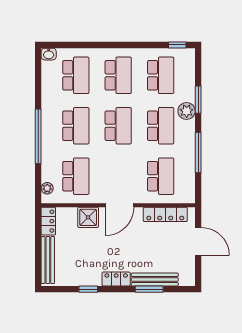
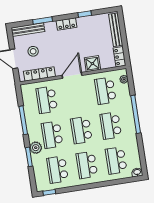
stool: (169, 248) -> (33, 51), added
bench: (155, 280) -> (28, 30), moved

